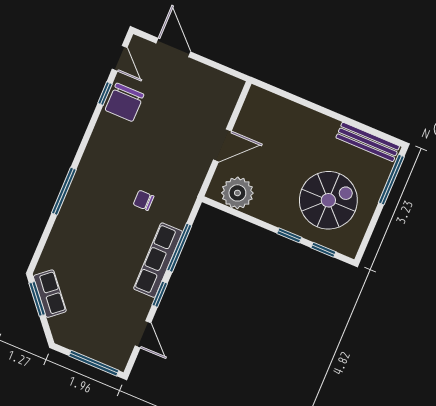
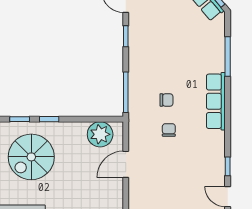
chair: (125, 102) -> (169, 130), moved, width x0.54, depth x0.54
window: (64, 191) -> (228, 56), moved
window: (179, 248) -> (126, 92), moved
row of seats: (158, 260) -> (216, 101), moved, turned 180

